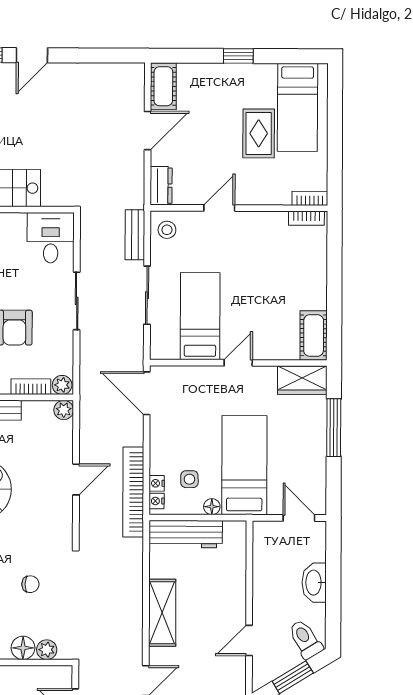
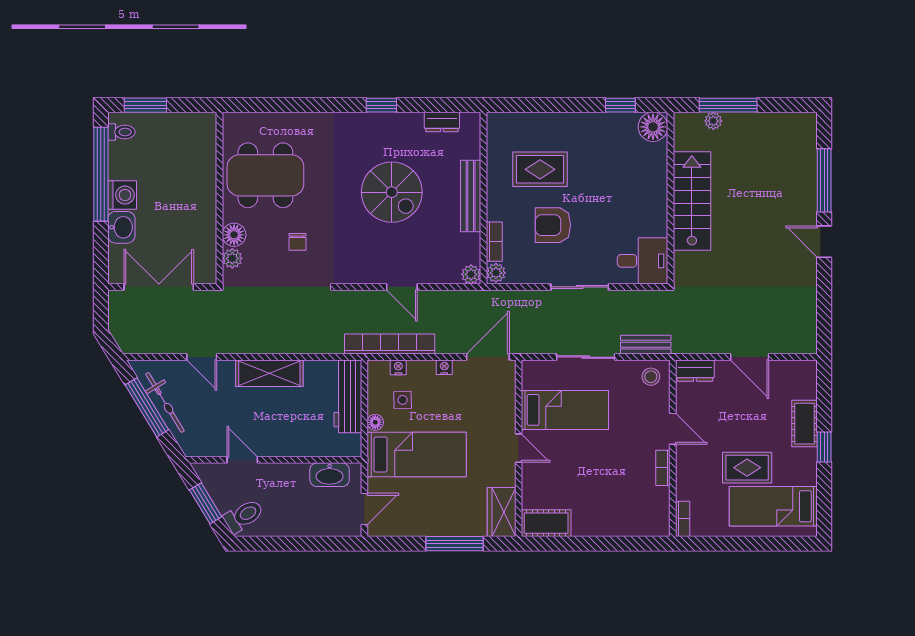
cot: (163, 86) -> (804, 424), moved, turned 90
bookcase: (306, 218) -> (663, 468), moved
nightstand: (157, 501) -> (444, 367), moved
washbasin: (314, 583) -> (330, 475), moved, turned 180

